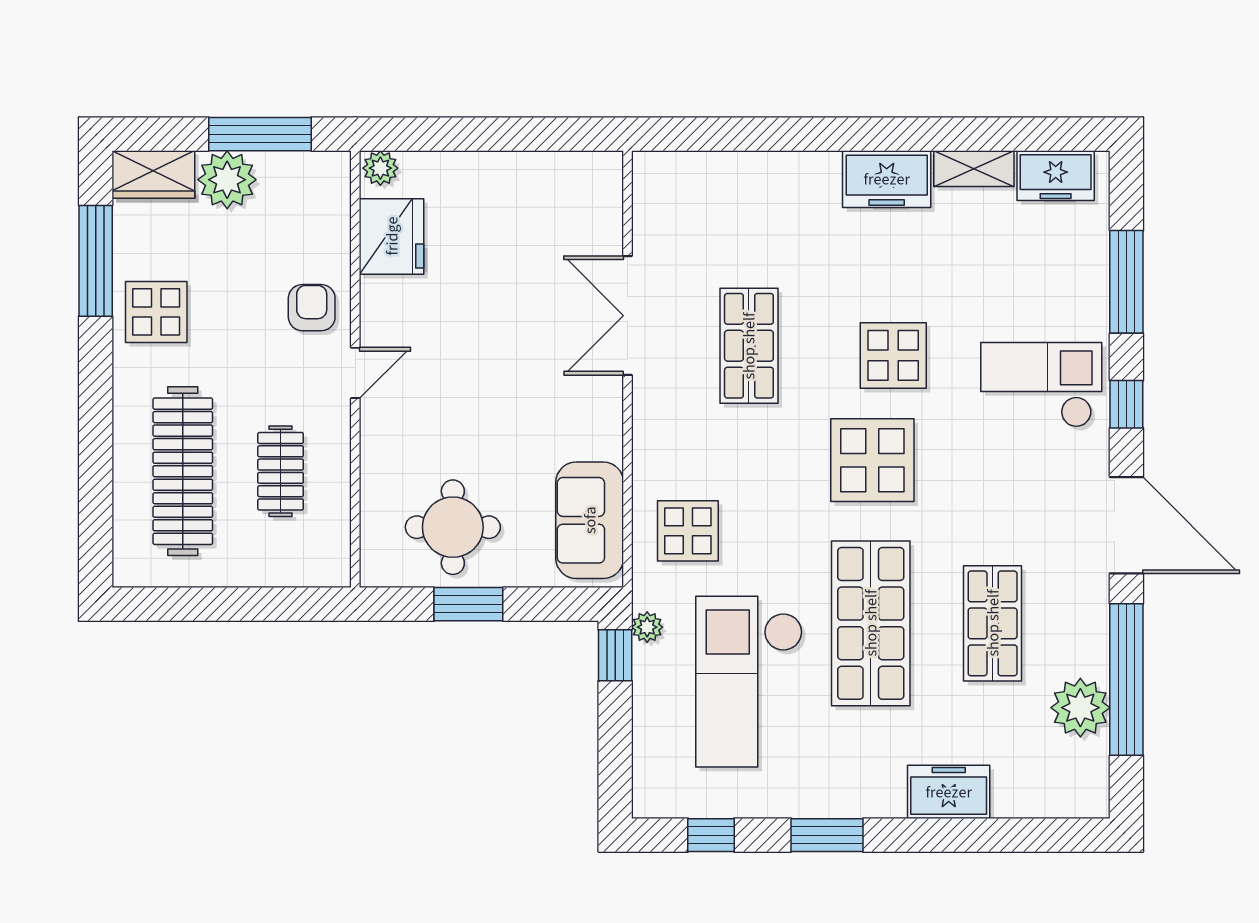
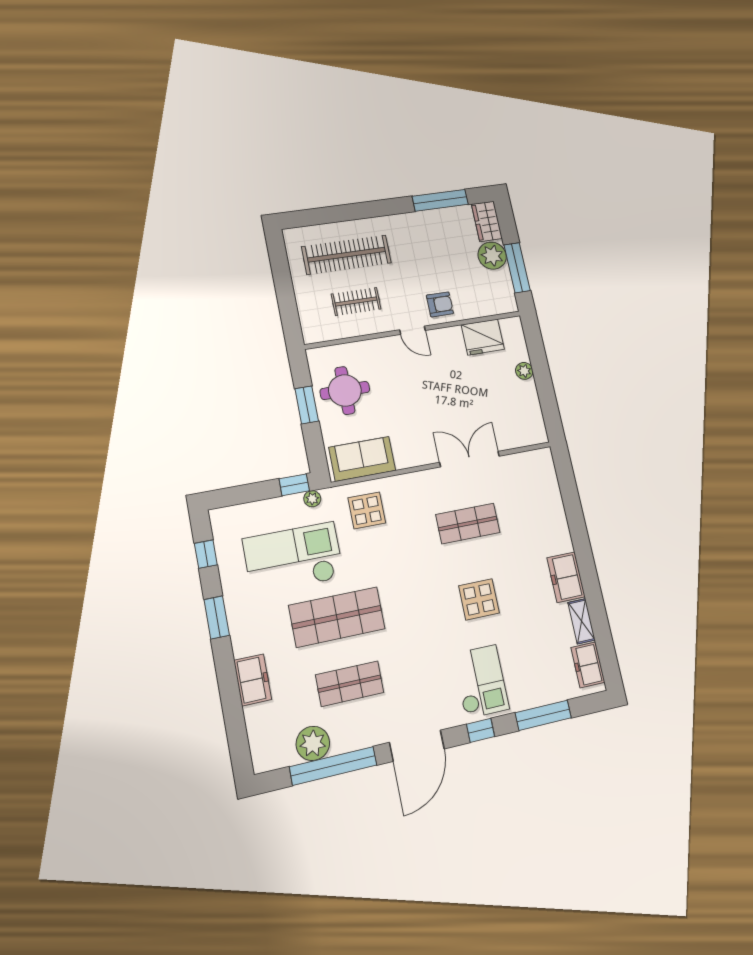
plant: (380, 168) -> (524, 371), moved
display table: (156, 312) -> (422, 232), removed
display table: (872, 460) -> (423, 600), removed

